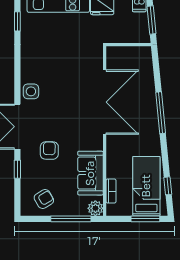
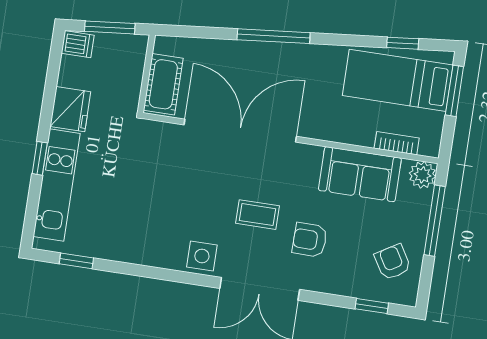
cot: (124, 55) -> (163, 84), added
coffee table: (59, 119) -> (258, 215), added
window: (17, 169) -> (372, 306), moved

